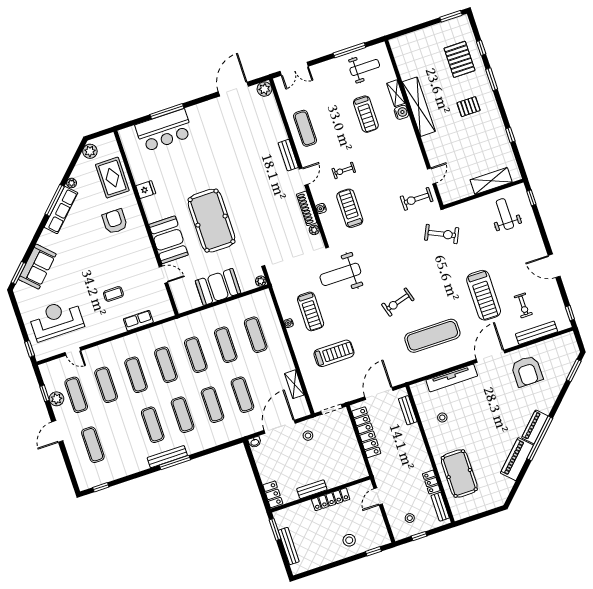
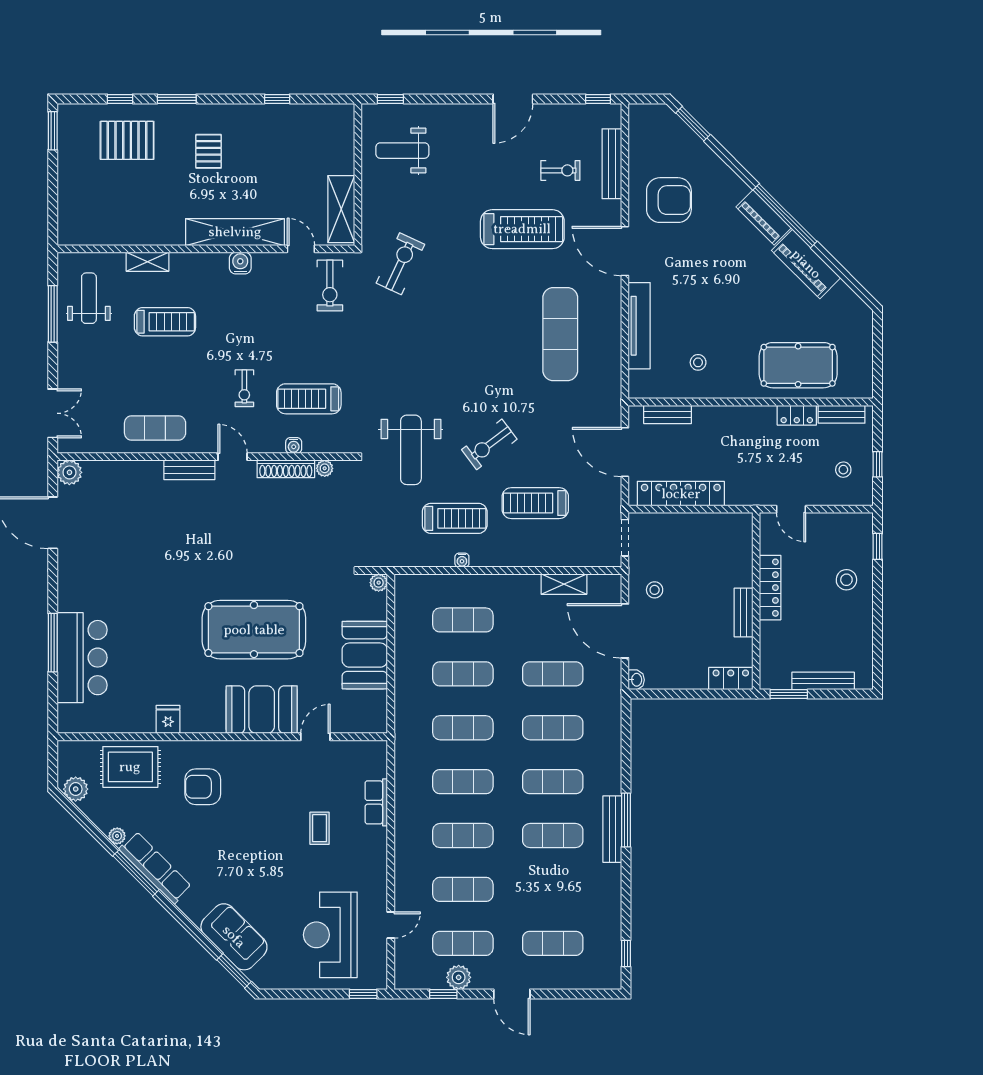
shelving: (419, 107) -> (235, 232), moved
water cooler: (401, 112) -> (240, 263), moved
shelving: (491, 181) -> (341, 209), moved
exercise bike: (398, 302) -> (489, 444), moved, turned 69
treadmill: (334, 353) -> (535, 503), turned -90

